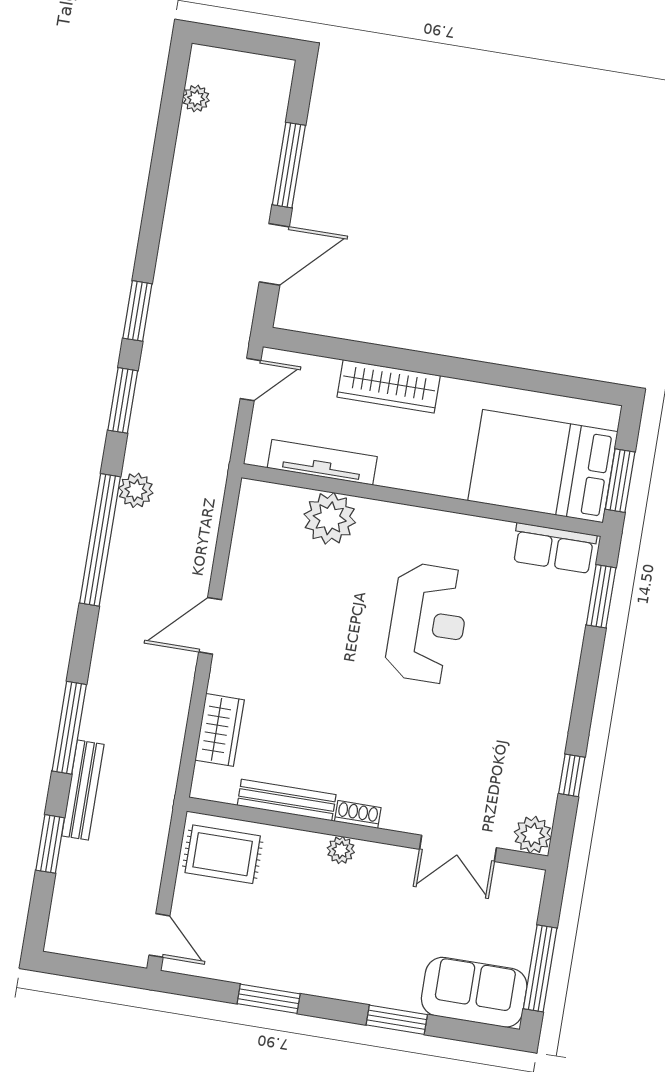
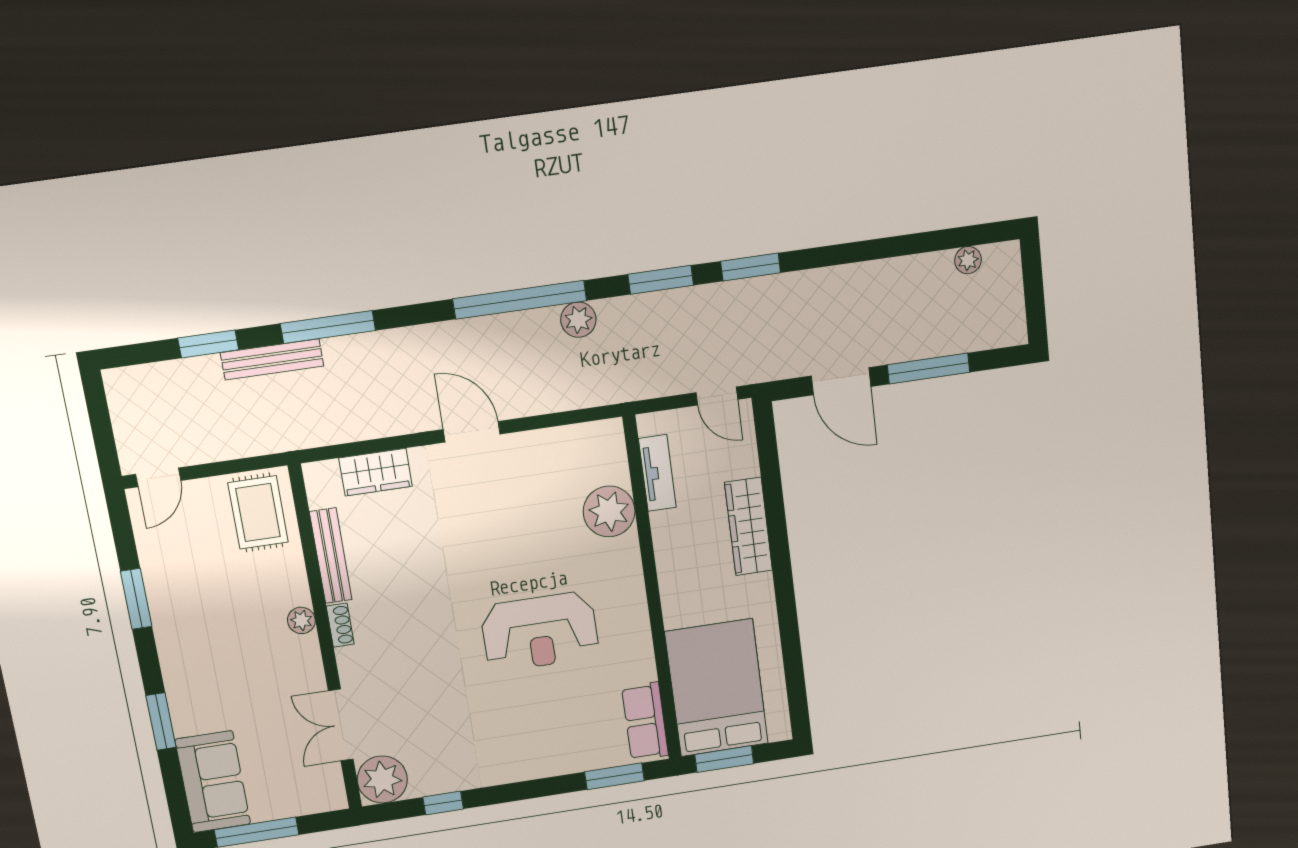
tv unit: (322, 462) -> (657, 473), width x0.71
plant: (533, 835) -> (382, 779), width x1.36, depth x1.36

